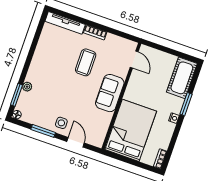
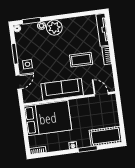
door: (134, 60) -> (101, 94), swing flipped
plant: (36, 74) -> (54, 28), added
sofa: (110, 93) -> (62, 89), width x1.36

